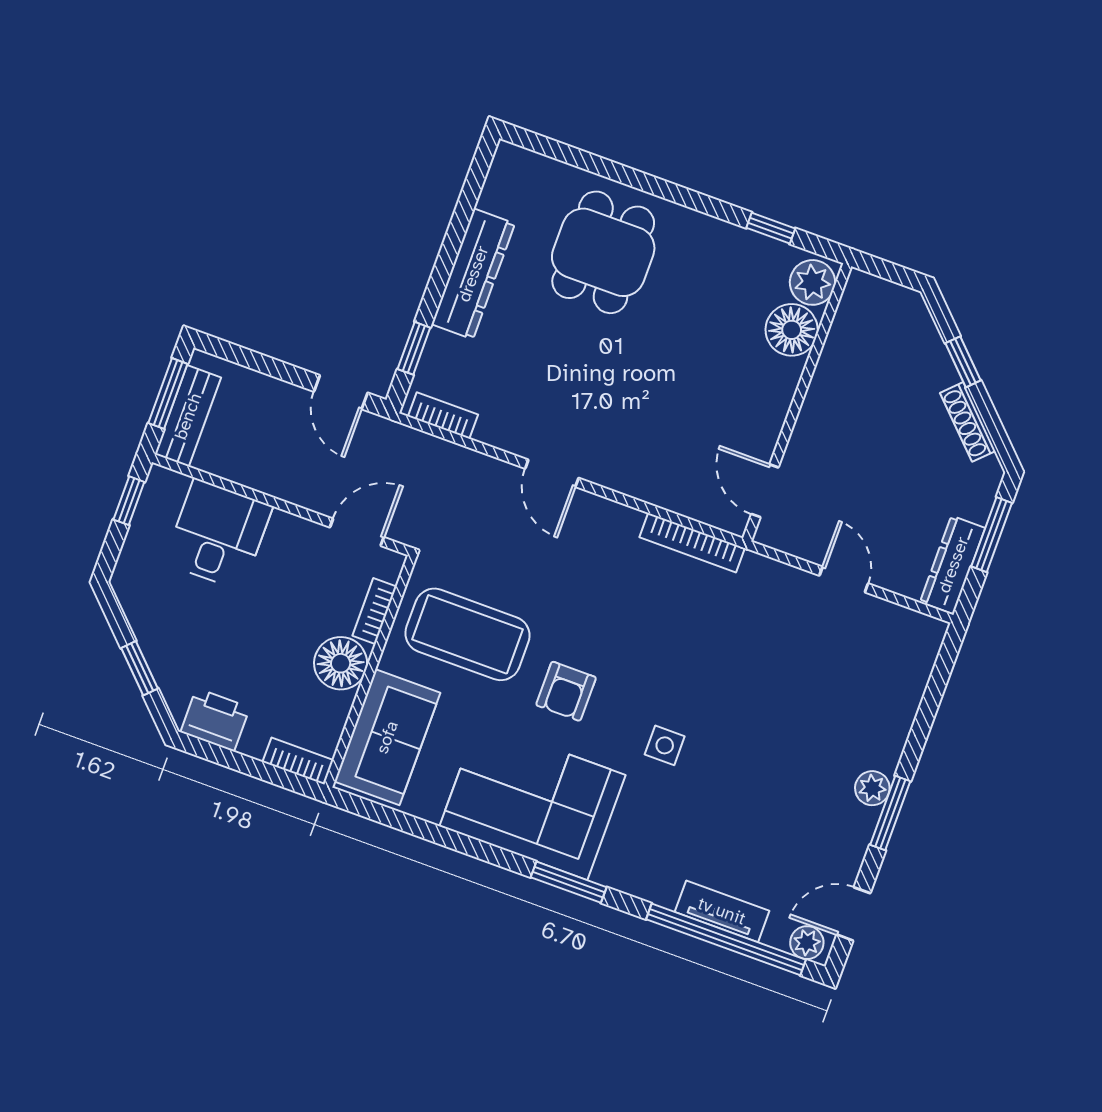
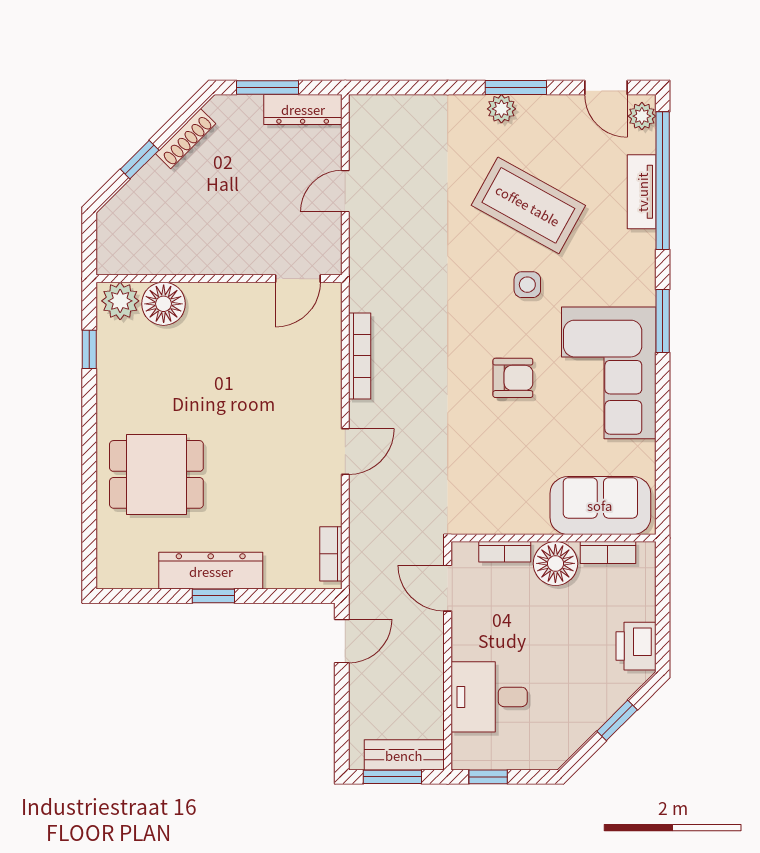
window: (414, 348) -> (213, 596), moved
bookcase: (692, 543) -> (360, 356), moved
coffee table: (467, 634) -> (528, 205), moved, turned -61
bookcase: (298, 761) -> (608, 552), moved, turned -90

